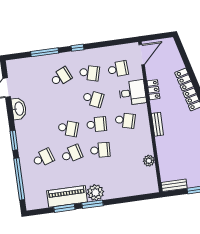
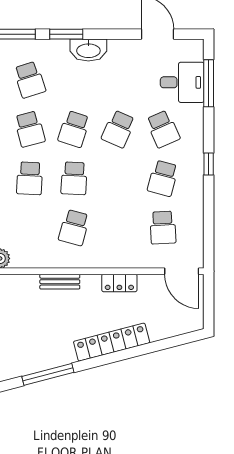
window: (45, 52) -> (209, 83), moved
desk: (132, 93) -> (182, 82), moved, turned -90
school desk: (93, 99) -> (118, 129), moved
washbasin: (19, 109) -> (88, 50), moved

